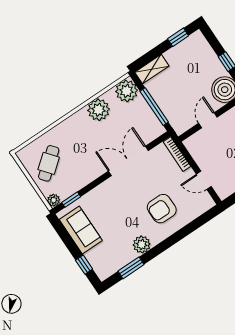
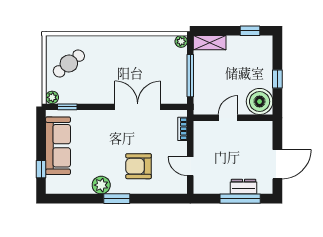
plant: (127, 91) -> (181, 41), width x0.53, depth x0.53
plant: (99, 110) -> (142, 47), removed
bookcase: (177, 154) -> (182, 129), width x0.64
sofa: (81, 230) -> (58, 146), width x1.36
window: (131, 268) -> (117, 199), moved

